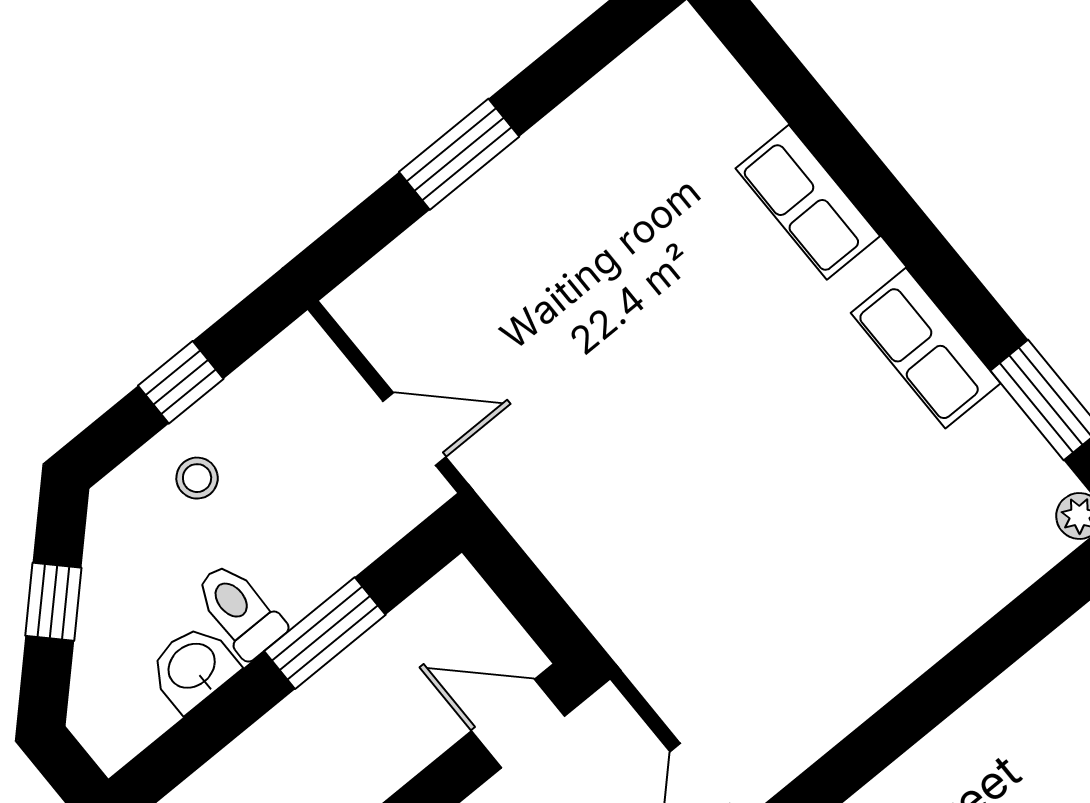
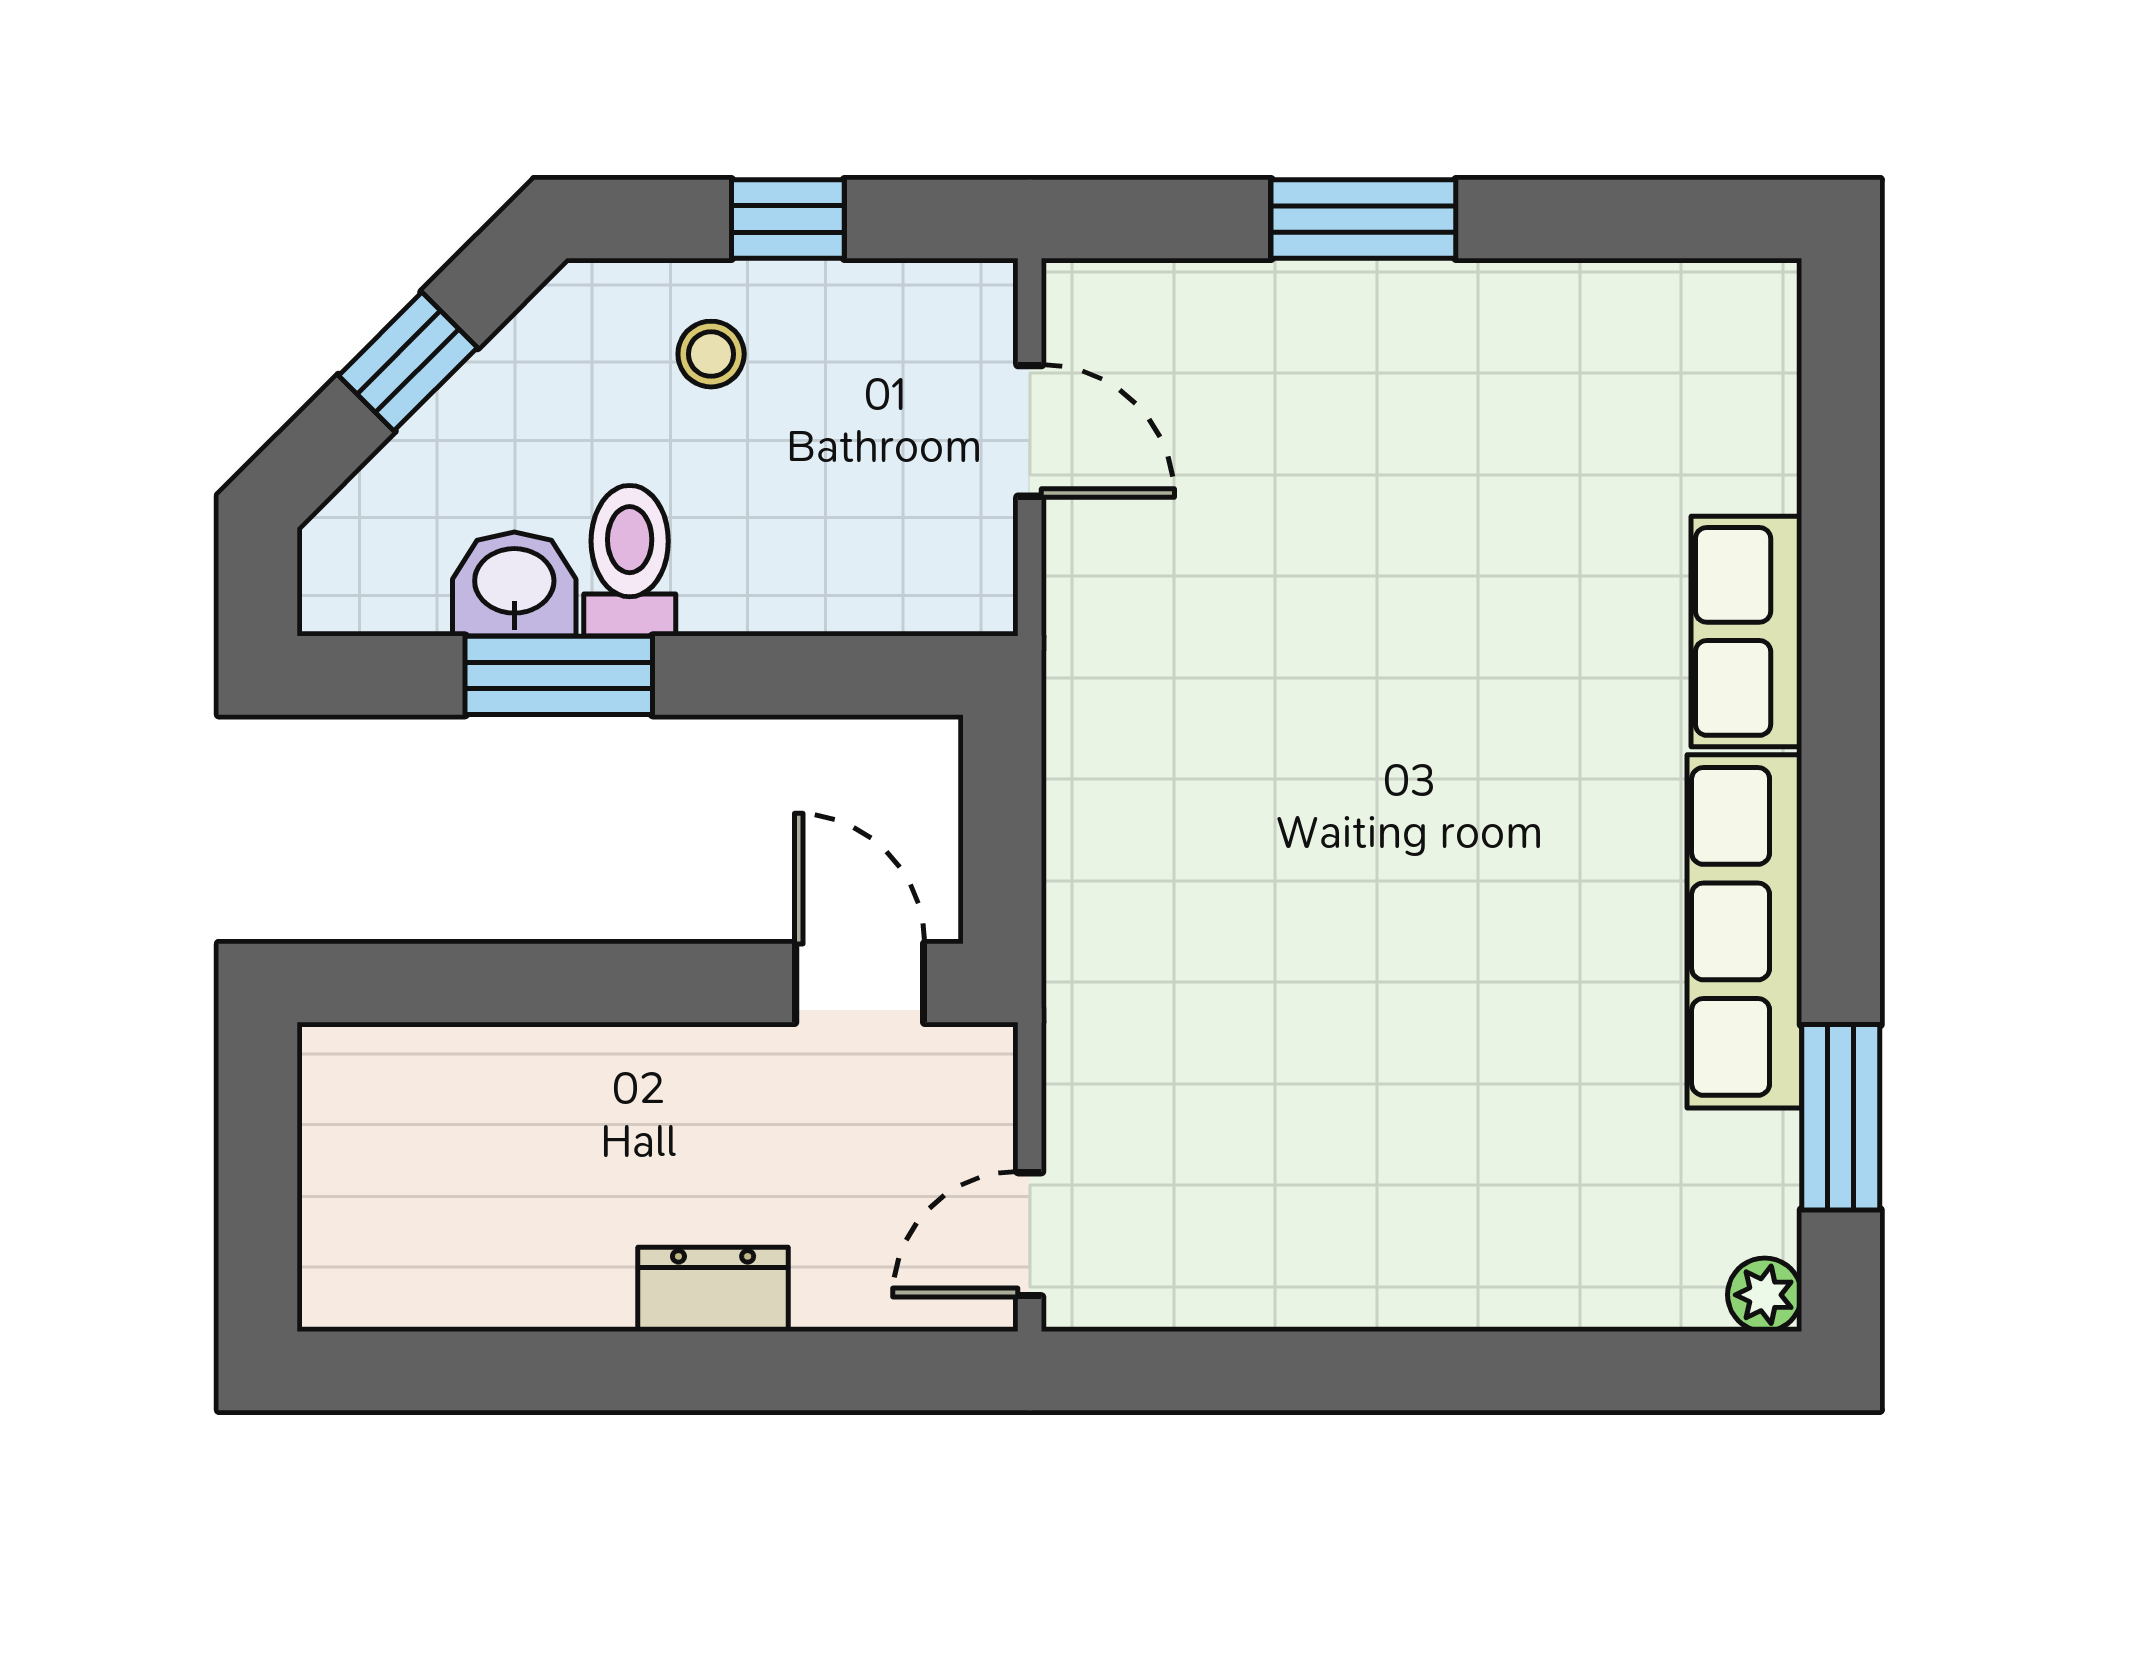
row of seats: (926, 348) -> (1744, 931), width x1.48
door: (414, 429) -> (1030, 431), moved
window: (325, 633) -> (559, 675), moved

